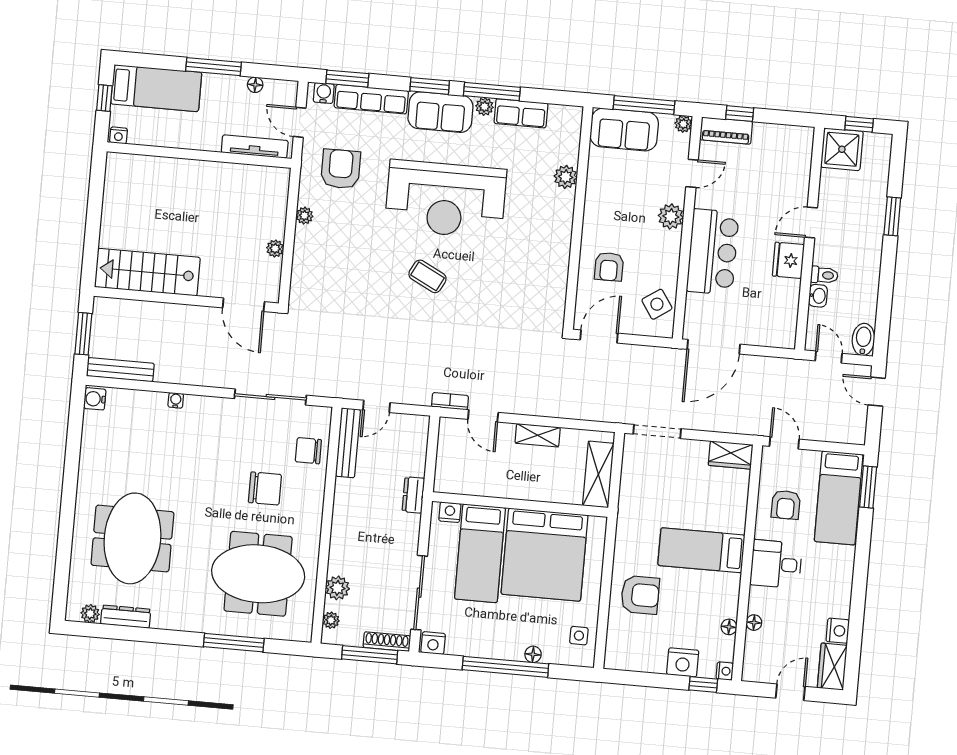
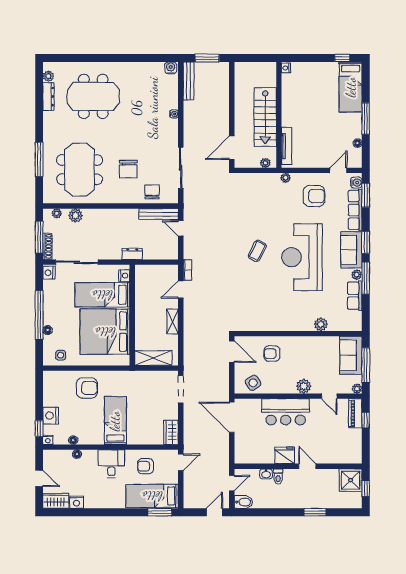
nightstand: (118, 135) -> (286, 68), moved
tv unit: (255, 147) -> (287, 146), moved
wall: (199, 155) -> (279, 115), moved
stairs: (147, 272) -> (265, 117), moved, turned 180
armchair: (640, 595) -> (87, 388), turned -90

